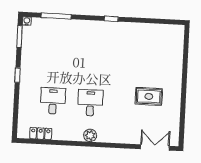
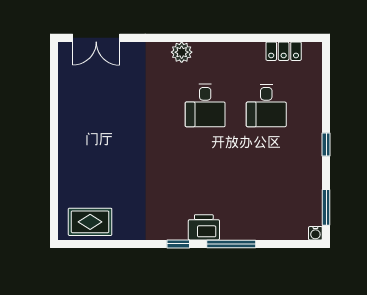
window: (56, 16) -> (231, 244), moved
printer: (95, 28) -> (204, 227), added
rug: (149, 96) -> (90, 222), moved
plant: (90, 135) -> (182, 52), moved

